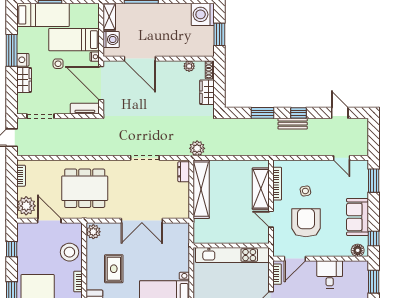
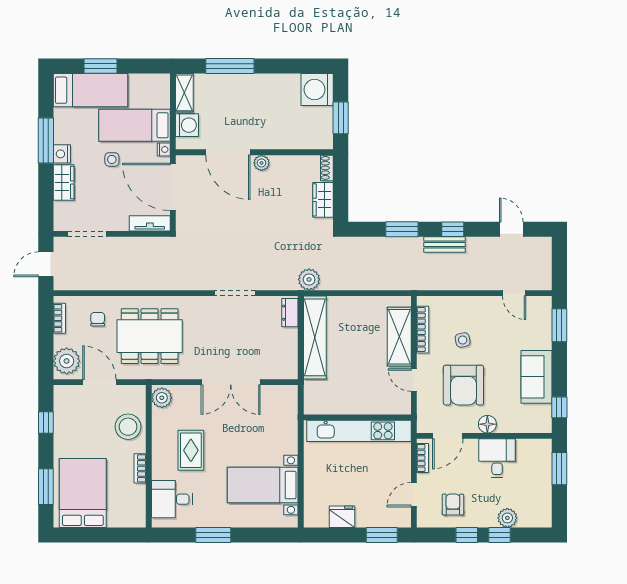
plant: (189, 66) -> (262, 163), moved
chair: (48, 176) -> (98, 319), added
armchair: (306, 223) -> (463, 385), turned 180
floor lamp: (358, 250) -> (487, 424), moved

